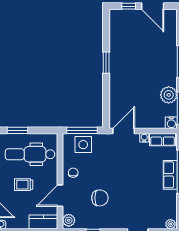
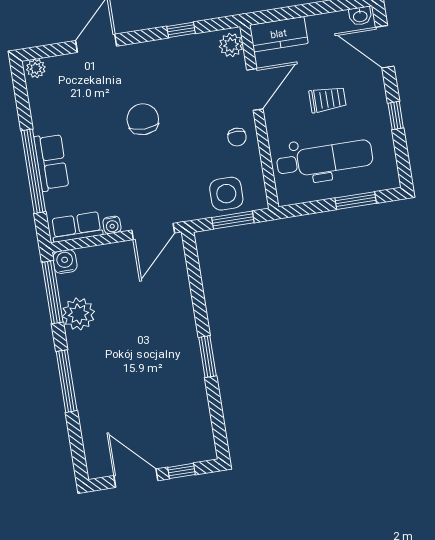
window: (82, 130) -> (233, 220), width x0.69
chair: (100, 198) -> (143, 119), moved, turned 90

